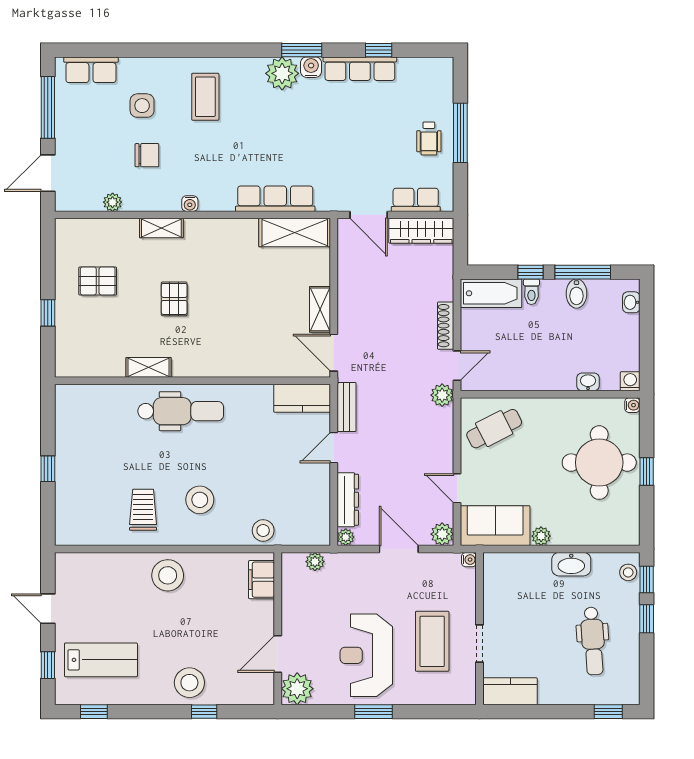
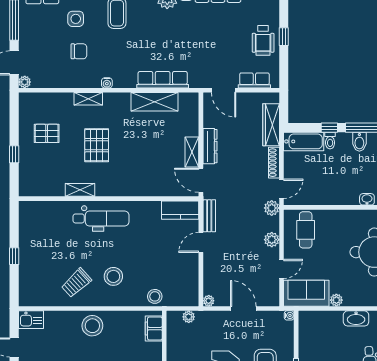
window: (460, 133) -> (284, 37), width x0.46
wheelchair: (429, 139) -> (263, 40), width x1.36, depth x1.37
plant: (113, 202) -> (25, 82), moved
wardrobe: (421, 231) -> (271, 125), moved, turned 90
shelving: (295, 233) -> (154, 102), moved
pallet: (174, 299) -> (97, 145), width x1.50, depth x1.42
cafe table: (494, 429) -> (306, 230), turned -63
door: (457, 488) -> (281, 269), swing flipped
dresser: (348, 500) -> (210, 146), moved
trolley: (143, 510) -> (76, 283), turned -133
plant: (442, 534) -> (272, 240), moved
kitchen sink: (74, 566) -> (31, 320), added

